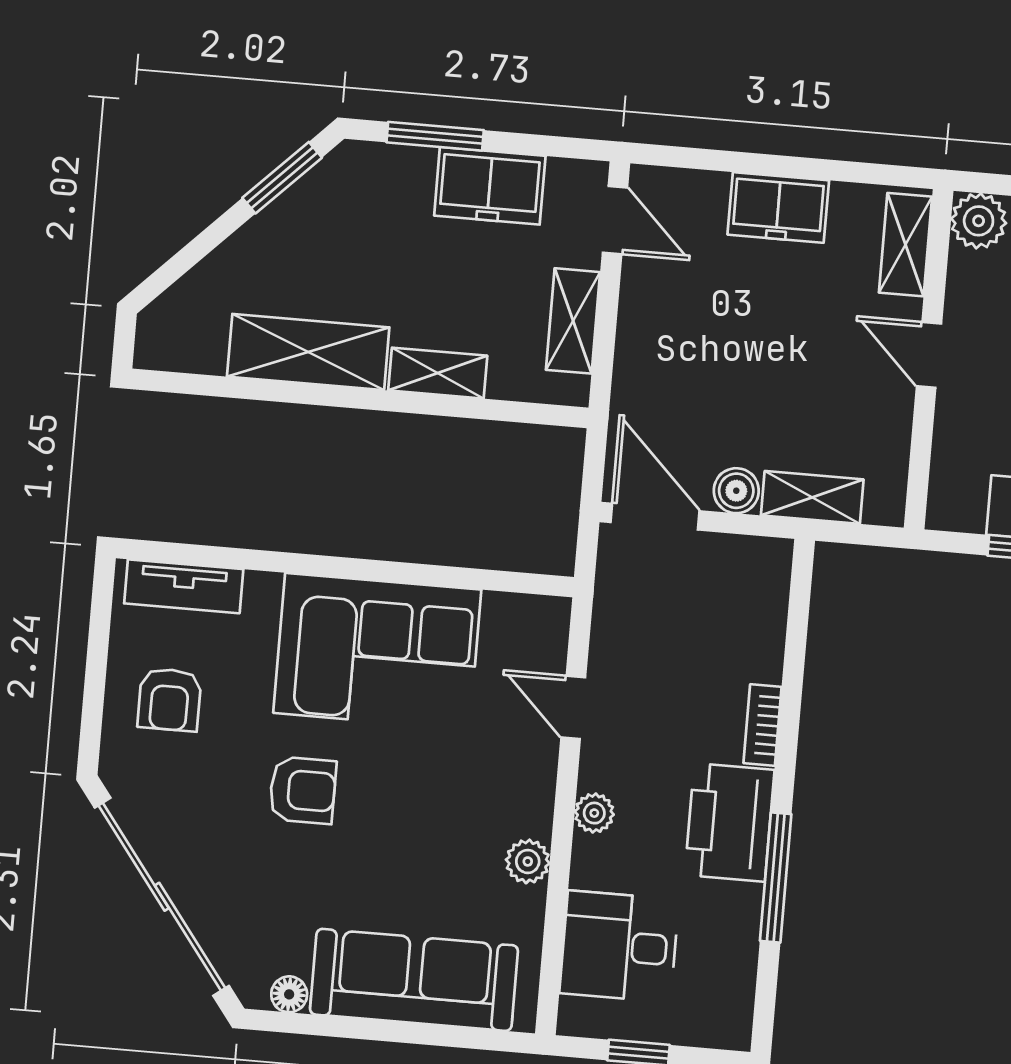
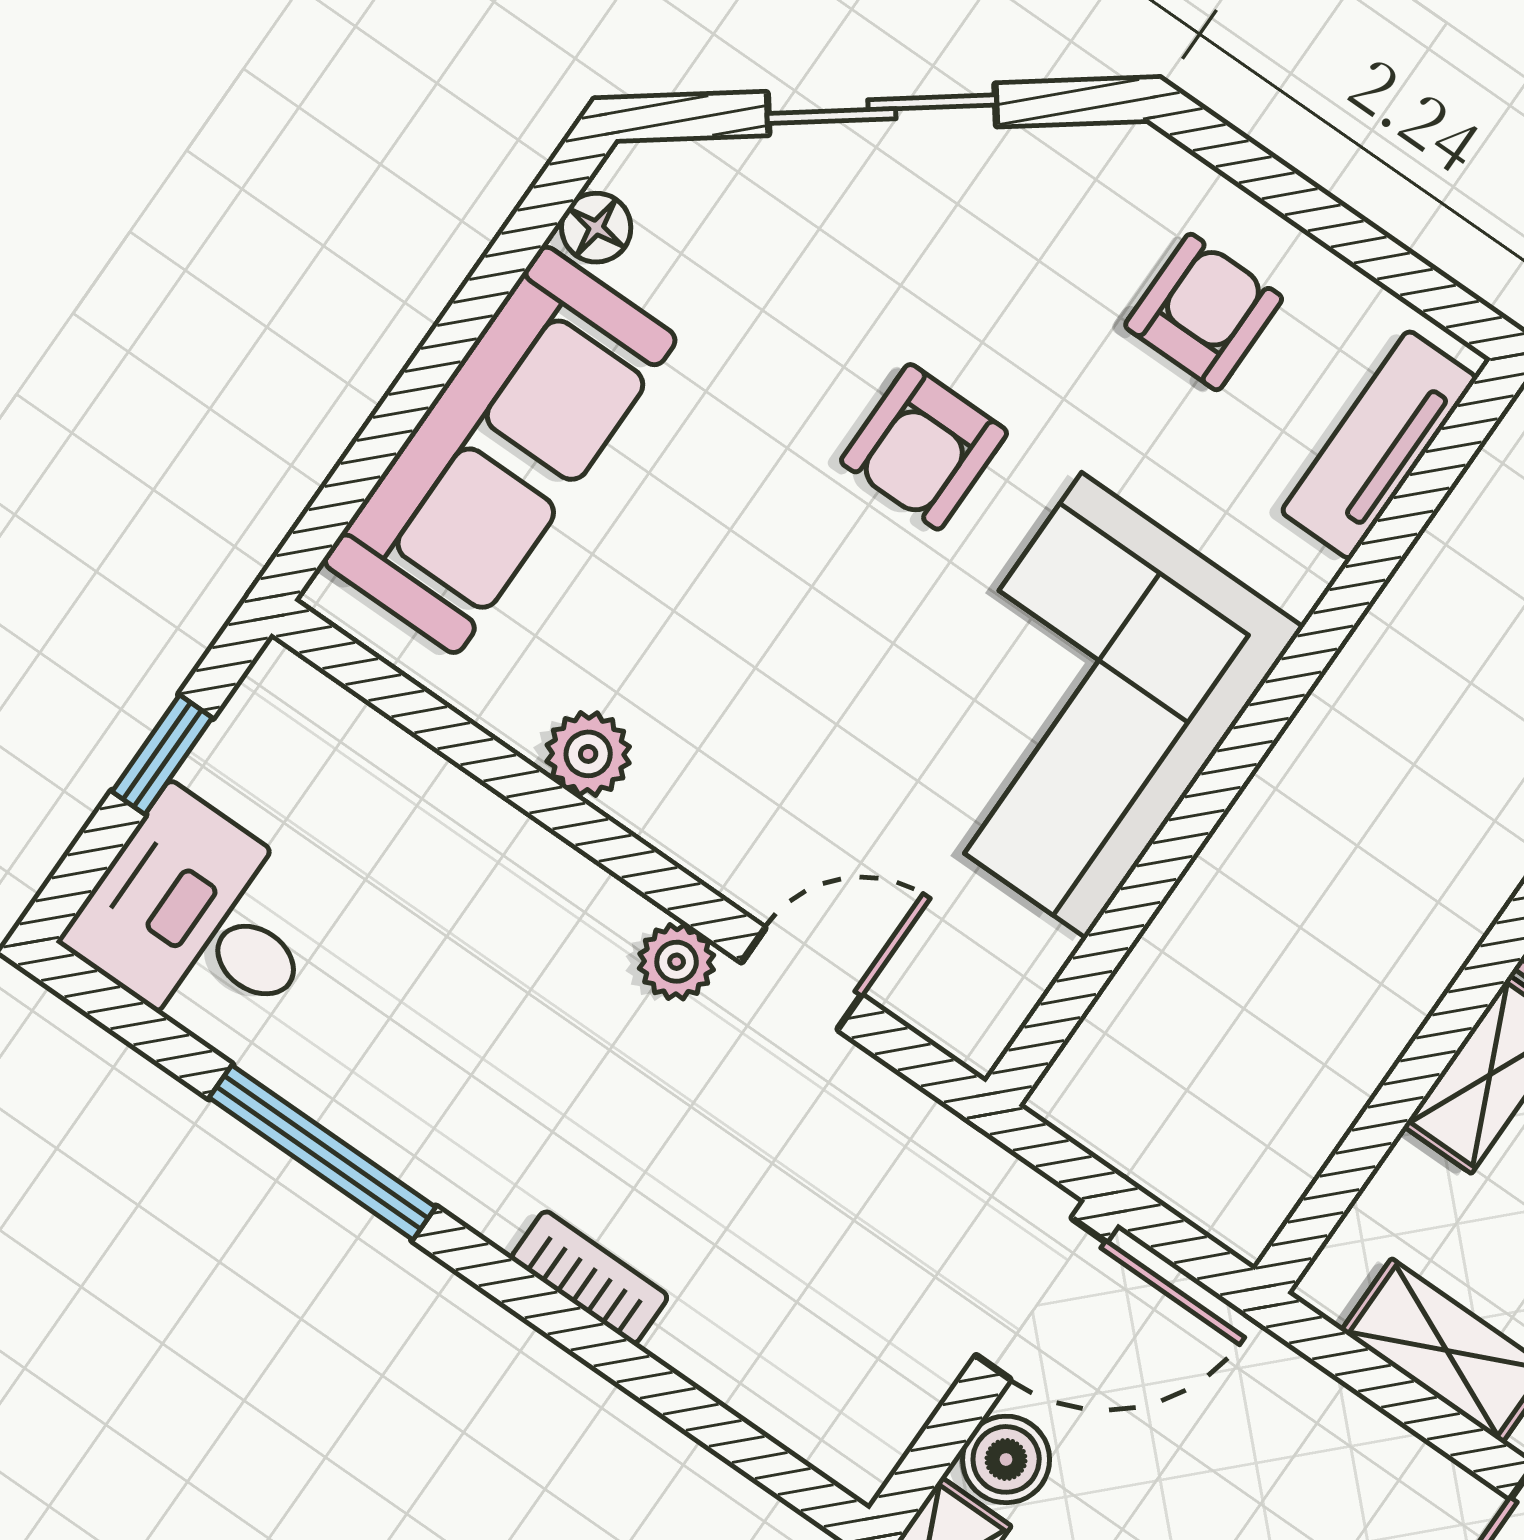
armchair: (170, 700) -> (1204, 312), turned 90
plant: (594, 813) -> (677, 962), moved
printer: (730, 822) -> (459, 1129), removed
sliding door: (162, 897) -> (882, 109), width x0.54
desk: (619, 946) -> (201, 922), moved, turned -90

